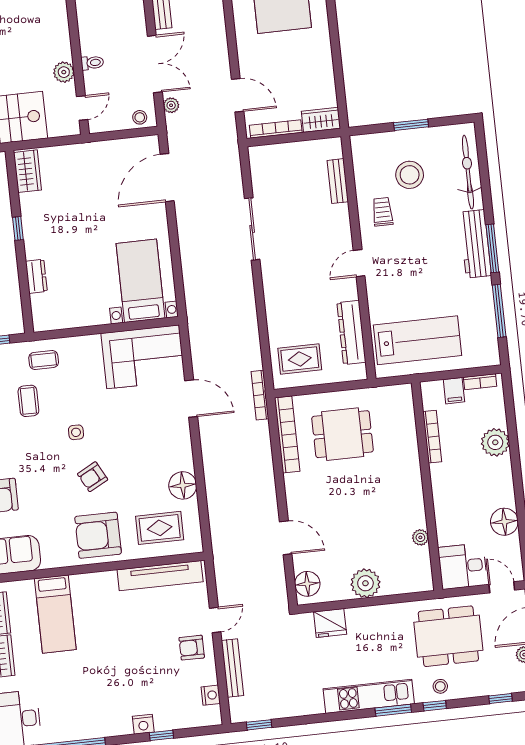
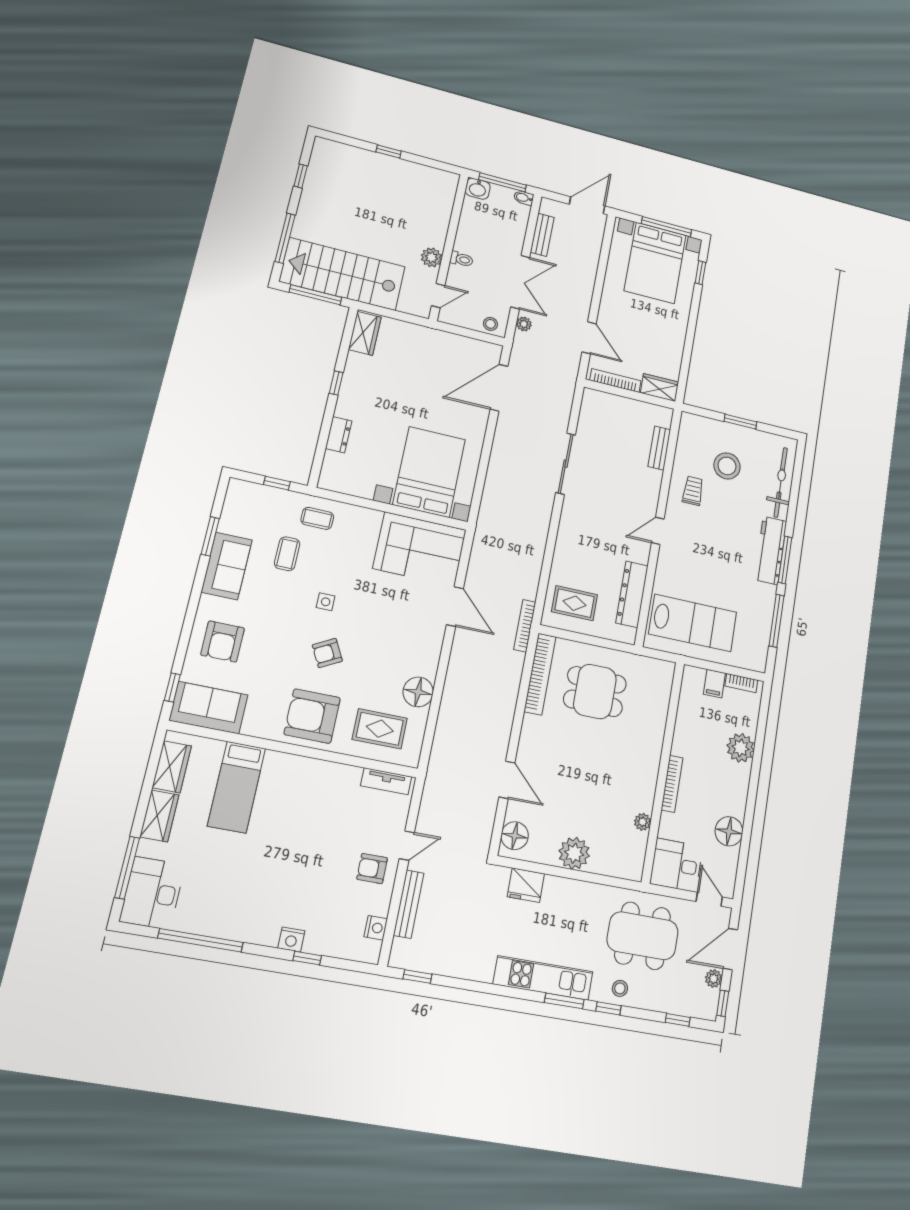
bed with nightstands: (141, 281) -> (429, 472), width x1.36
bookcase: (432, 437) -> (672, 784), moved
tv unit: (160, 576) -> (386, 781), width x0.52, depth x0.78

